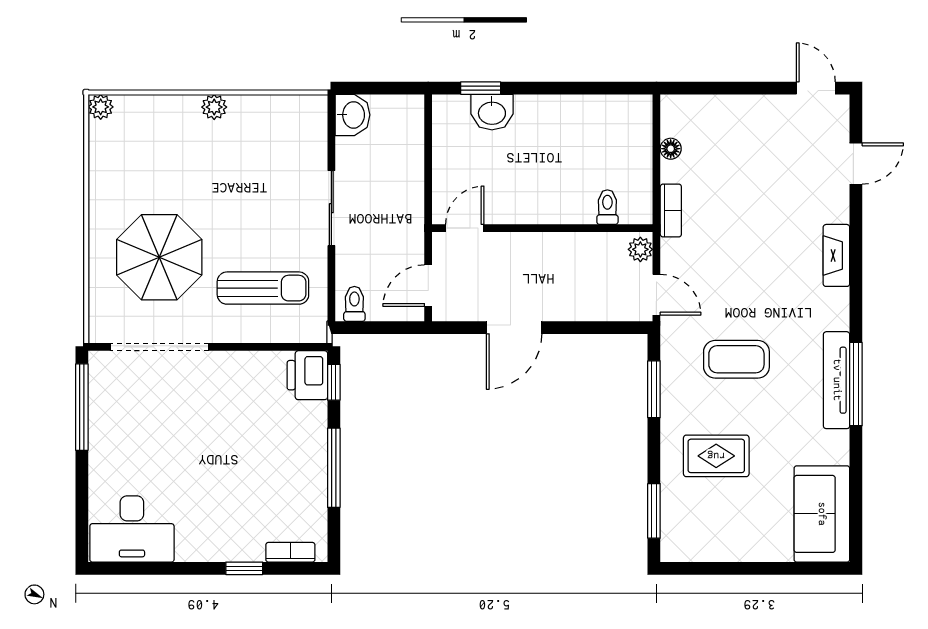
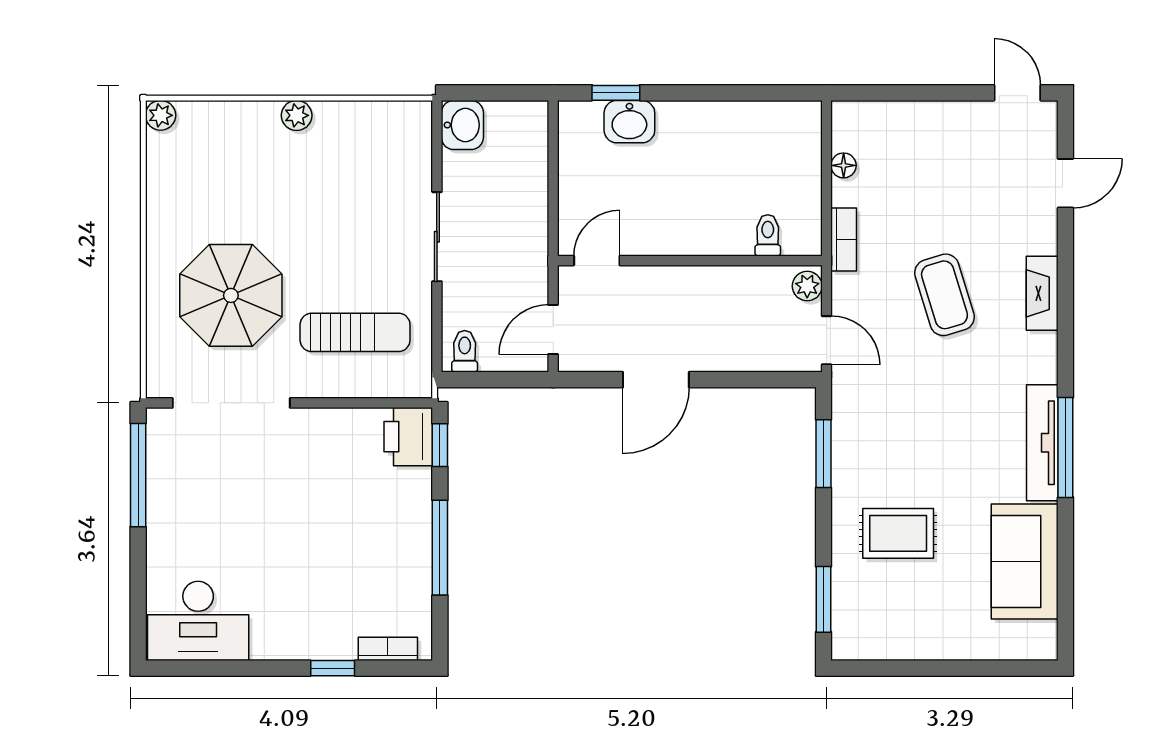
coffee table: (736, 359) -> (944, 295), moved, turned 73
sofa: (822, 514) -> (1025, 561), moved

